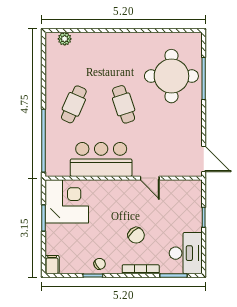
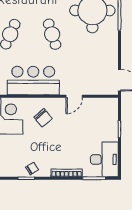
door: (150, 178) -> (74, 96), hinge flipped
chair: (136, 235) -> (43, 118), moved

